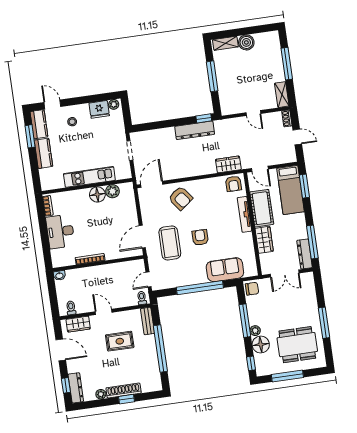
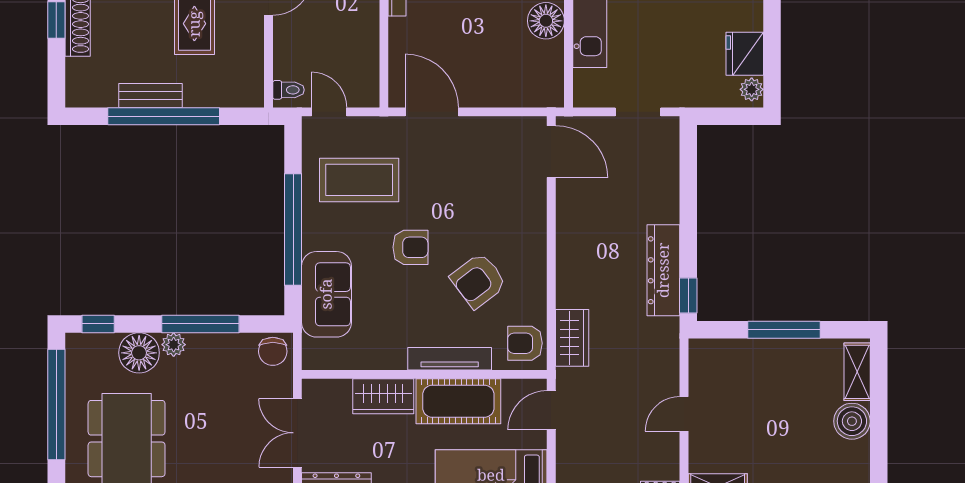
plant: (113, 191) -> (548, 57), removed
armchair: (181, 198) -> (478, 281), moved
coffee table: (170, 243) -> (359, 180), moved
bench: (147, 321) -> (150, 95), moved
window: (287, 376) -> (56, 405), width x1.46

